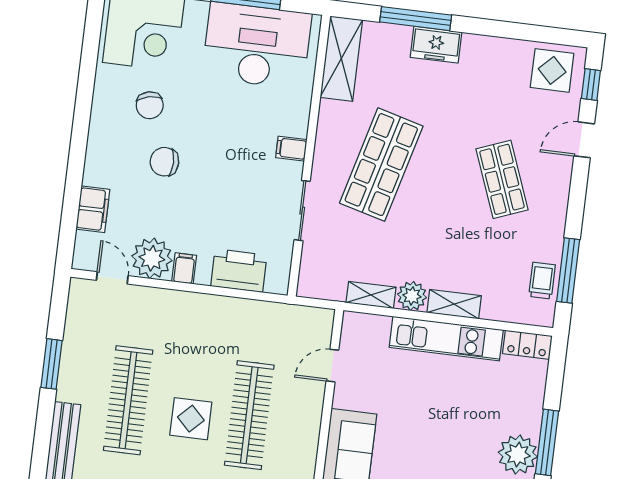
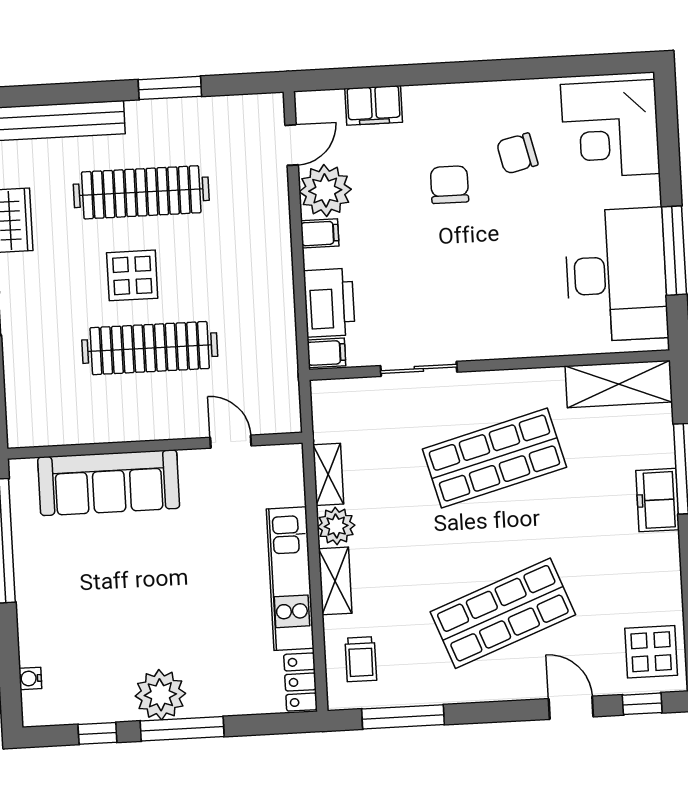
filing cabinet: (291, 149) -> (326, 353), moved, turned 90
shop shelf: (381, 165) -> (494, 458), turned -30
shop shelf: (502, 179) -> (503, 613), width x1.43, depth x1.36
trolley: (542, 281) -> (361, 659), moved, turned 90

